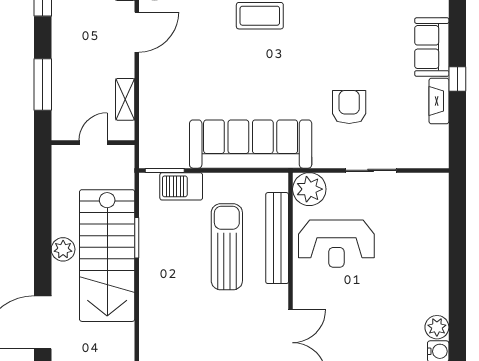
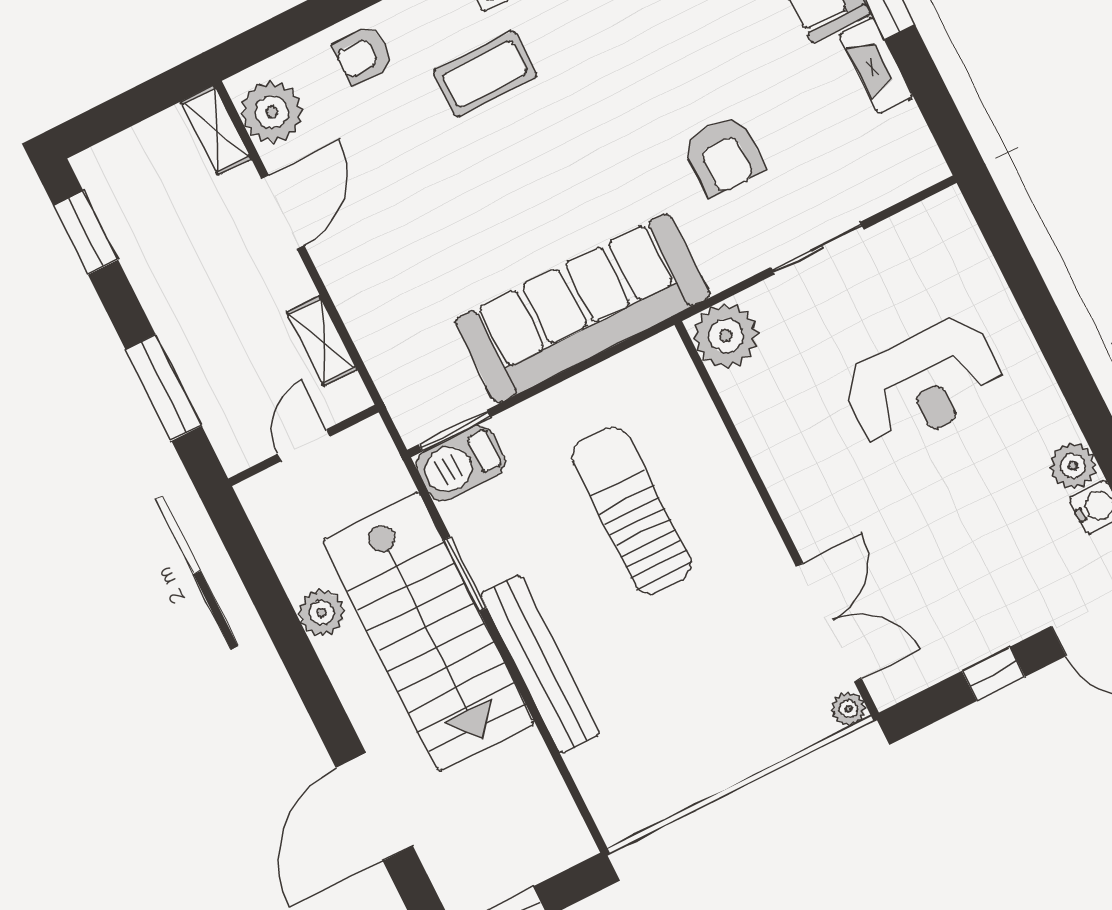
armchair: (349, 107) -> (723, 156), turned 180
barbecue: (181, 186) -> (461, 463), moved
bench: (277, 238) -> (540, 664), moved
reception desk: (336, 244) -> (924, 383), moved
plant: (63, 249) -> (322, 613), moved

